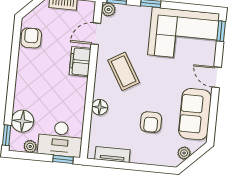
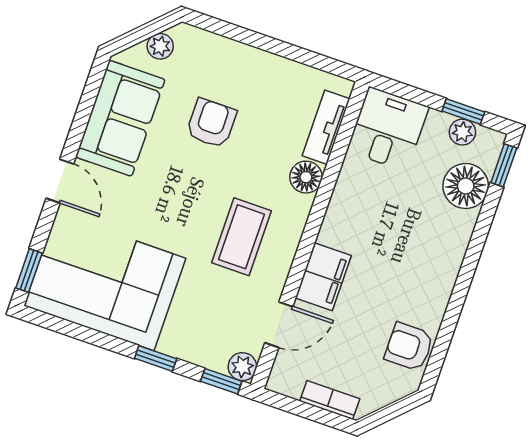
armchair: (31, 38) -> (409, 347), turned 91
coffee table: (124, 71) -> (241, 237), turned 31
desk: (60, 139) -> (388, 129), width x0.73
tv unit: (112, 154) -> (326, 127), moved, turned 90
window: (63, 159) -> (463, 111), moved

